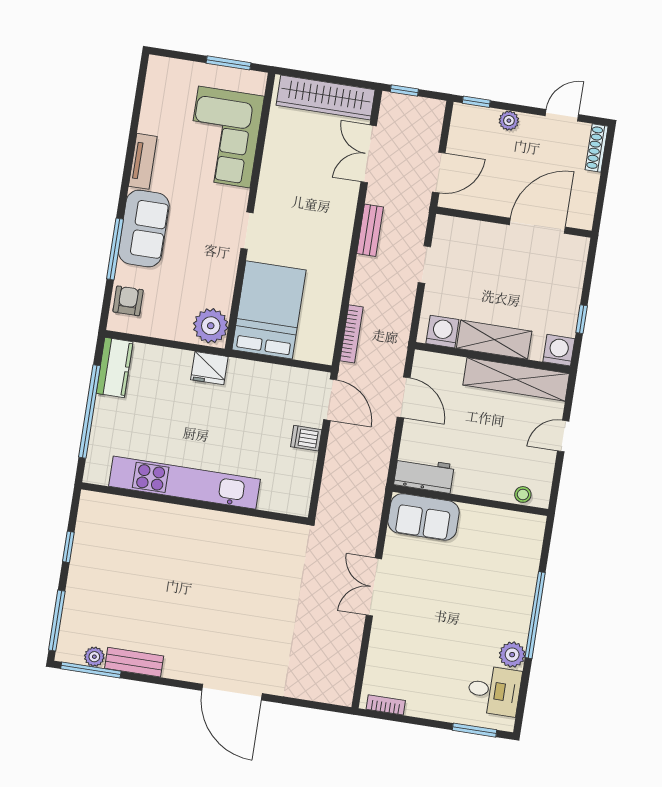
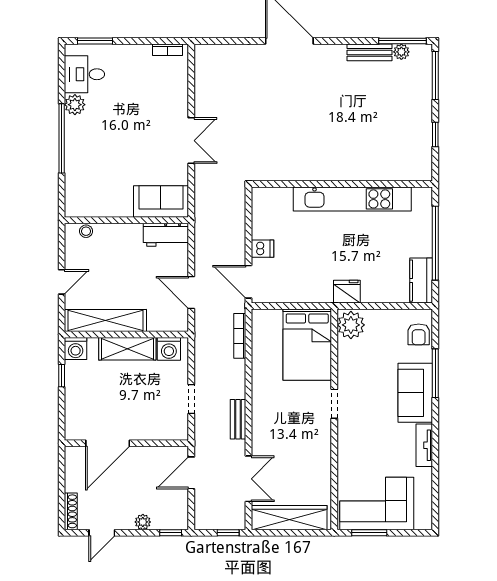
corner sofa: (224, 137) -> (377, 504), moved, turned -90

